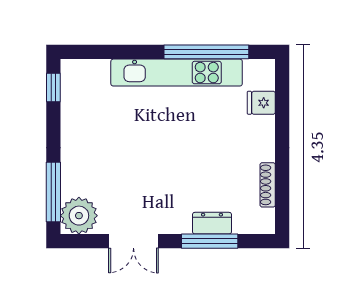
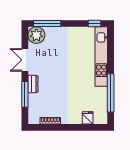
kitchen unit: (177, 73) -> (101, 56), moved
dresser: (212, 223) -> (33, 84), moved

